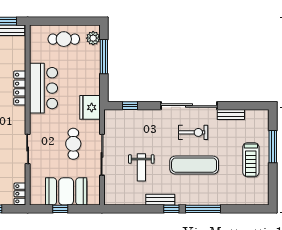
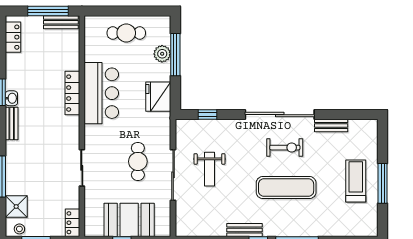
plant: (93, 38) -> (162, 54), moved
fridge: (90, 107) -> (158, 97), moved
window: (273, 147) -> (383, 183), moved
treadmill: (251, 160) -> (356, 181), turned 180
weight bench: (141, 167) -> (209, 169), moved

